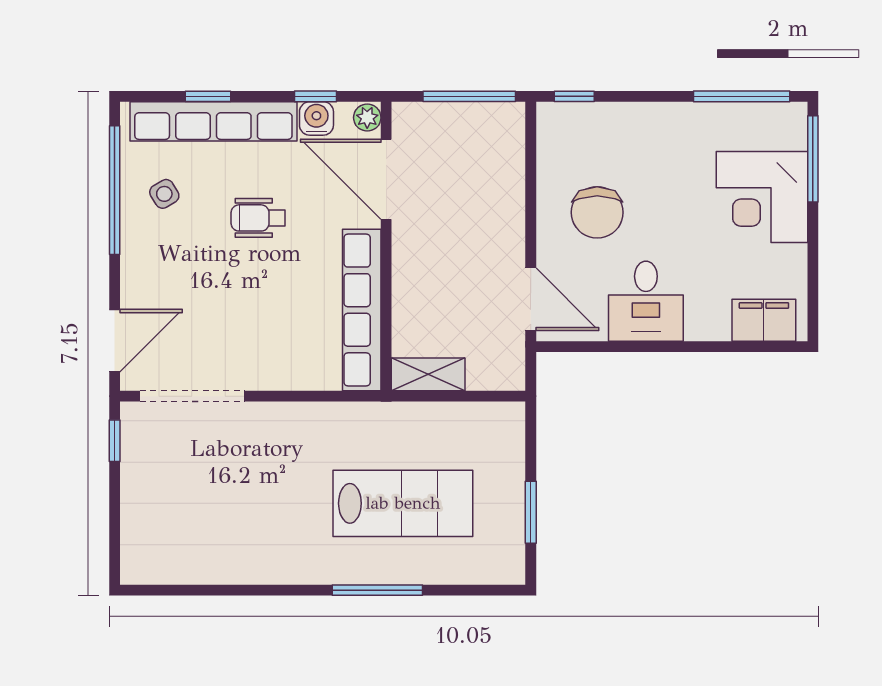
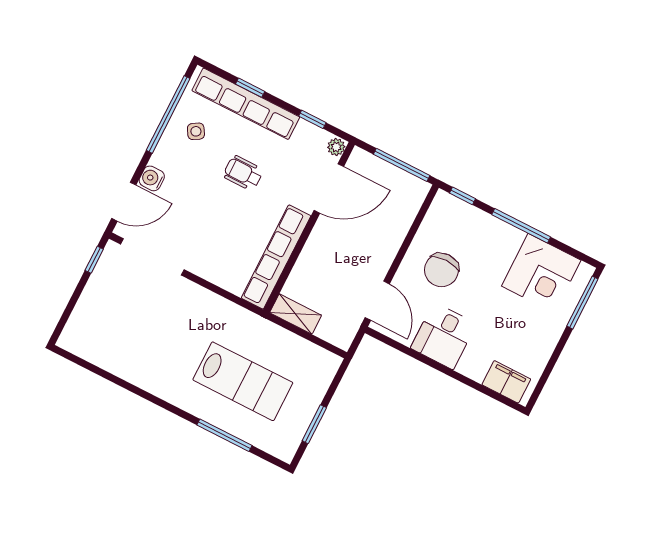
window: (742, 96) -> (521, 226), moved
water cooler: (316, 118) -> (152, 178), moved, turned -90
door: (386, 179) -> (329, 188), swing flipped
corner desk: (762, 197) -> (541, 273), moved, turned -90
window: (377, 590) -> (224, 435), moved

